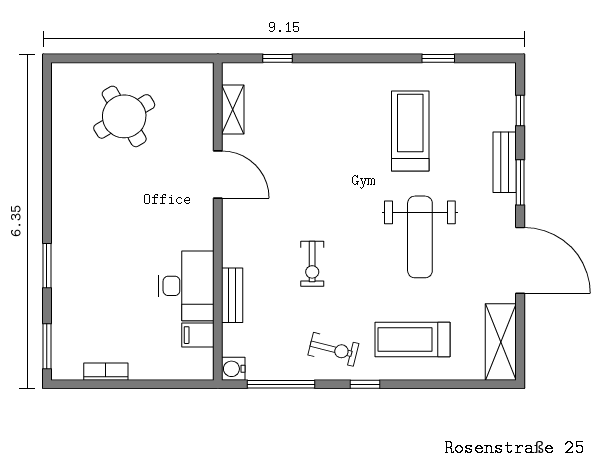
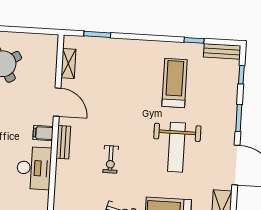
window: (278, 58) -> (97, 34), width x1.50
bench: (505, 162) -> (222, 51), moved, turned 90
bench: (232, 295) -> (63, 142), moved
filing cabinet: (198, 335) -> (43, 133), moved

